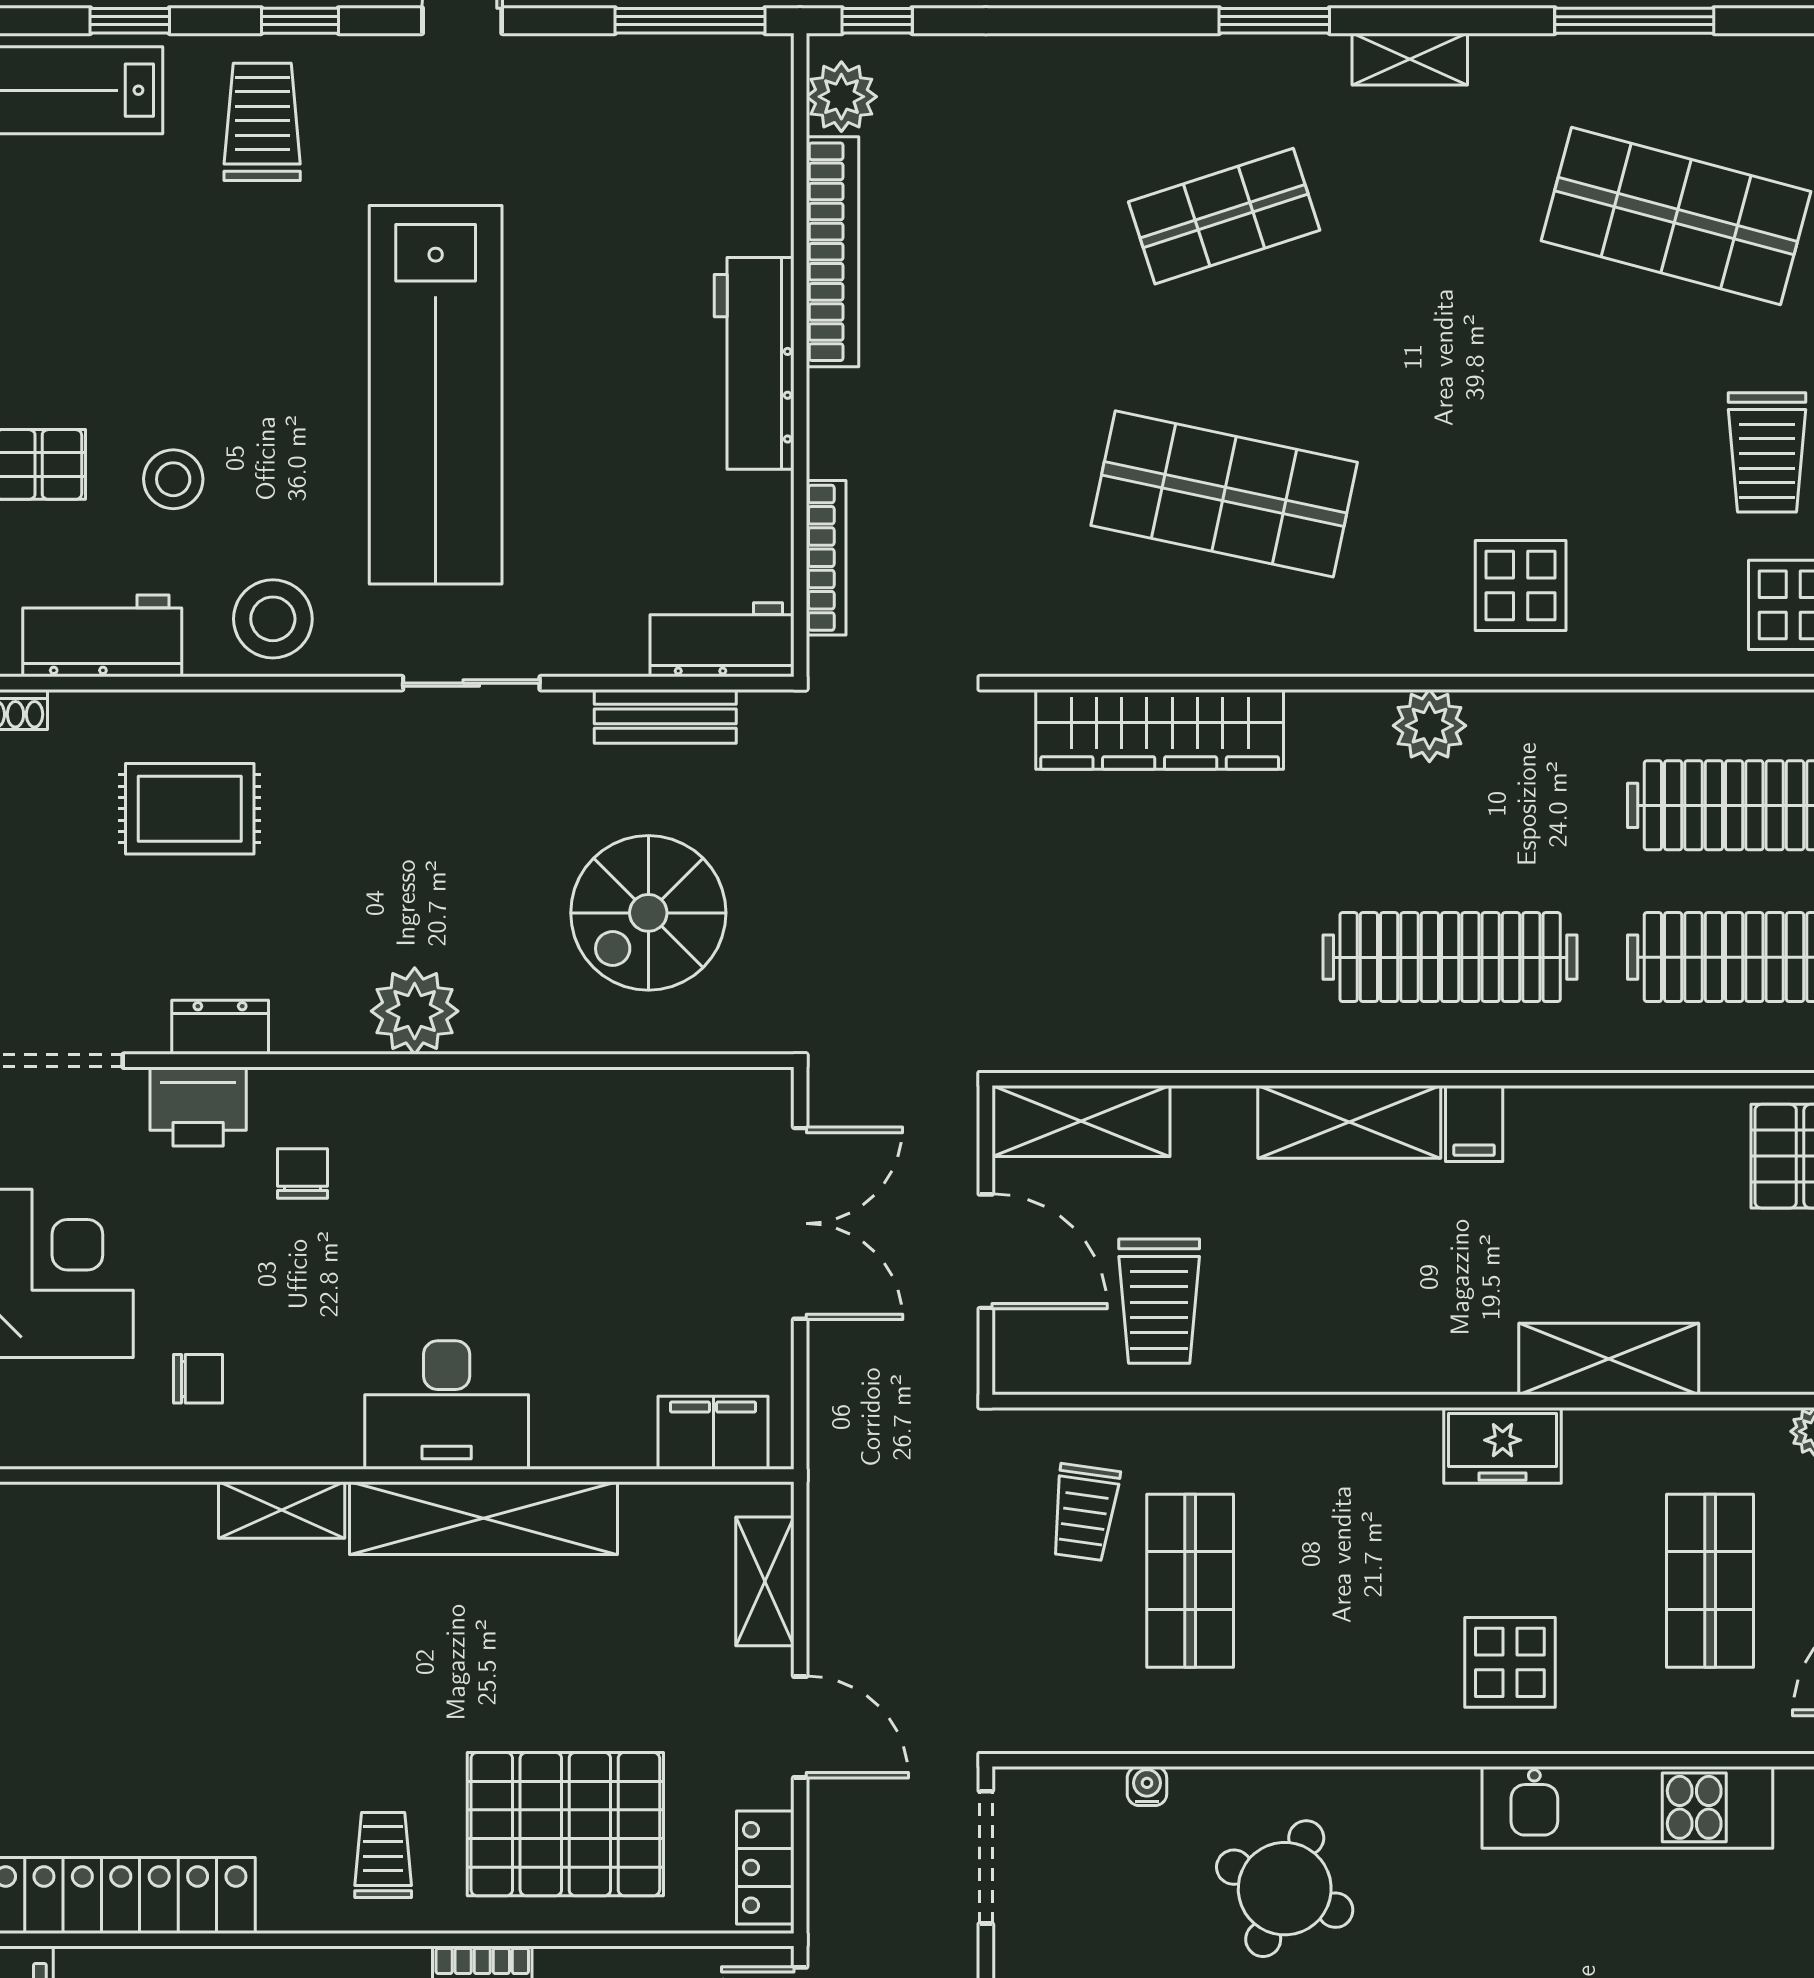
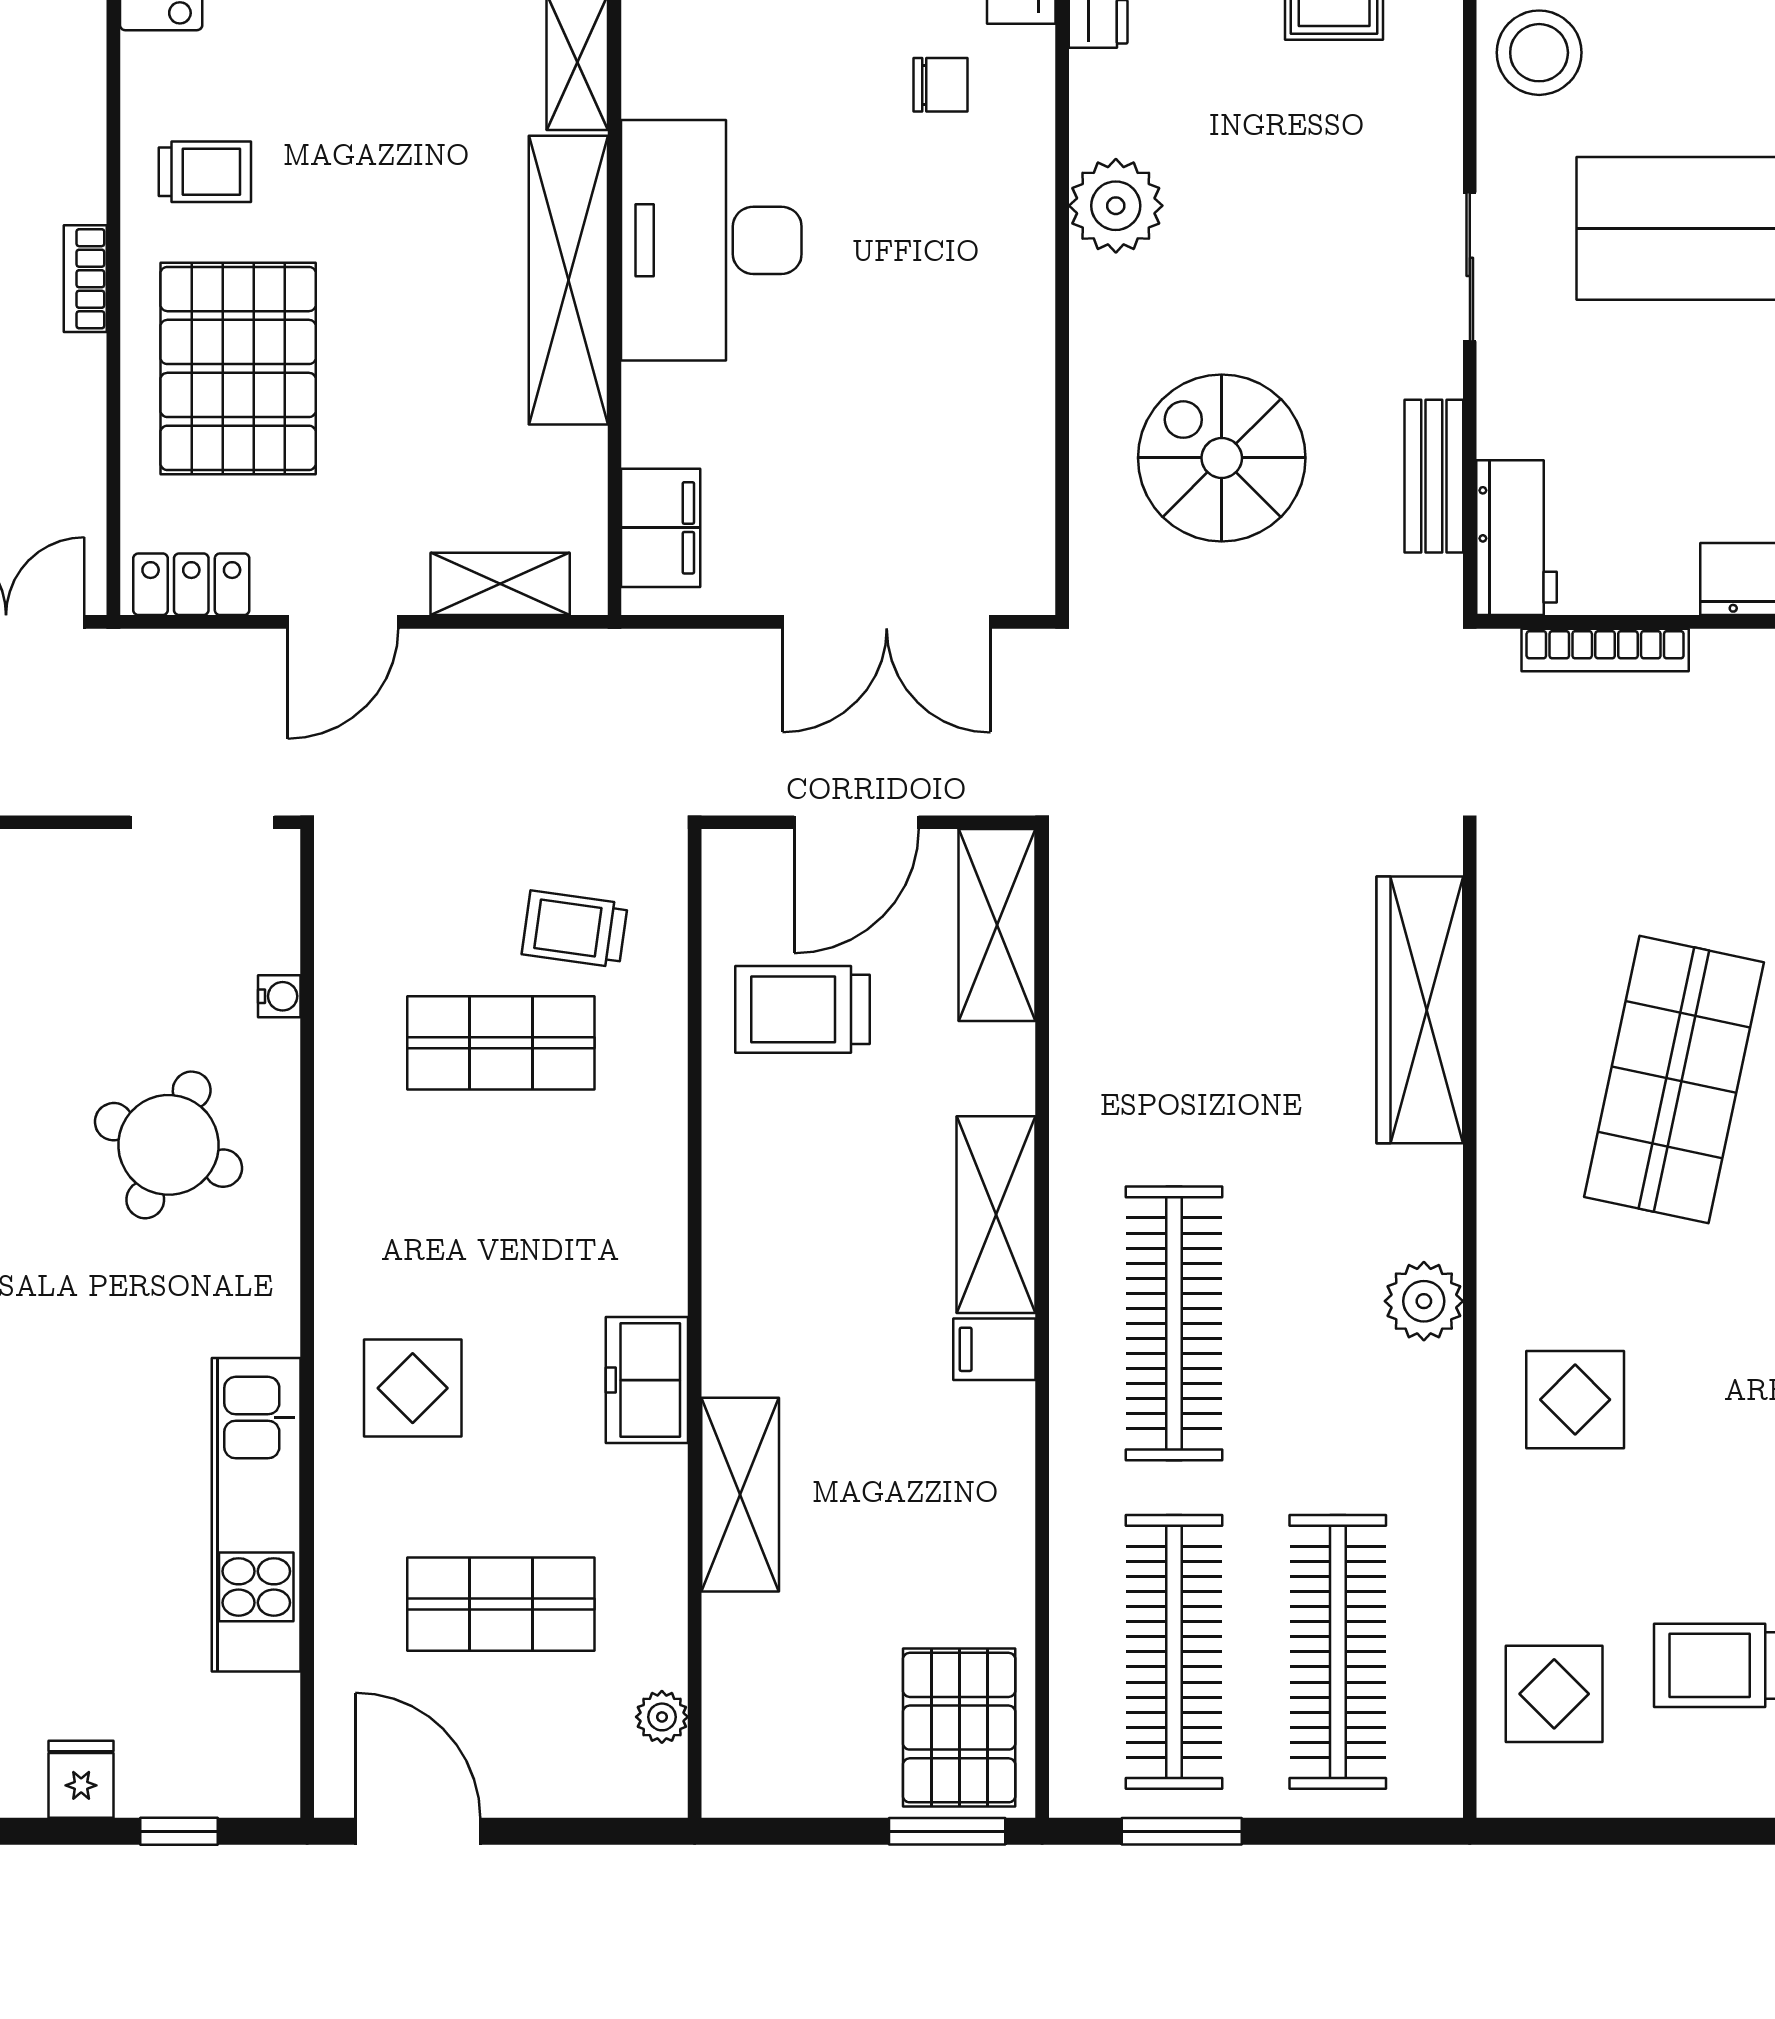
desk: (447, 1405) -> (711, 240), width x1.36, depth x1.30

